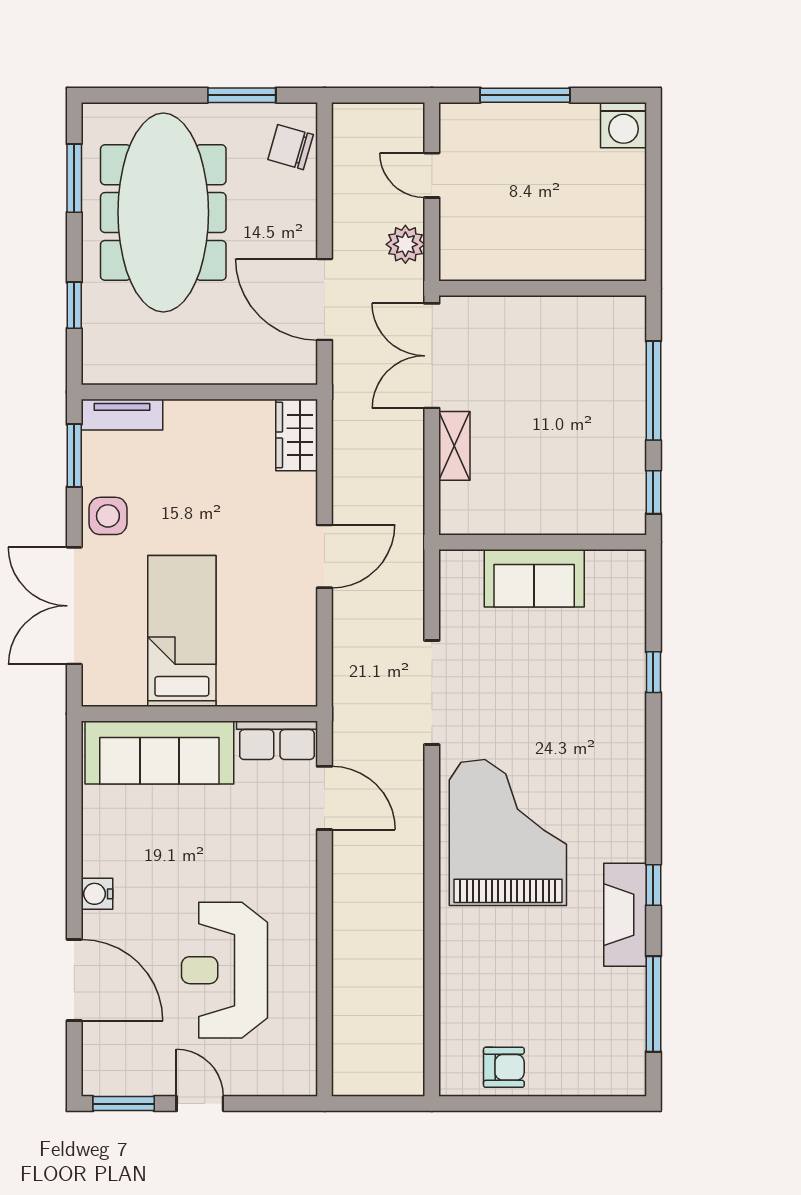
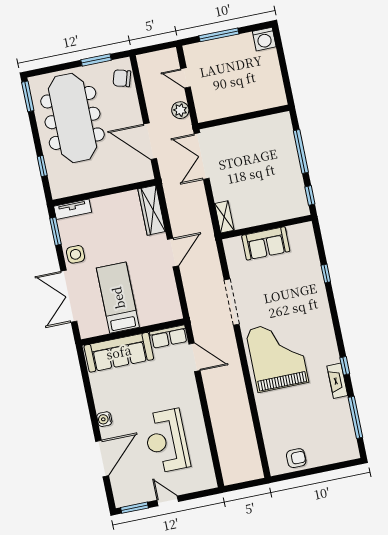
window: (74, 178) -> (28, 96), moved
wardrobe: (297, 435) -> (152, 210), width x1.50
shelving: (454, 446) -> (224, 217), moved
fireplace: (625, 915) -> (337, 381), width x0.73, depth x0.76
door: (74, 980) -> (102, 458), hinge flipped

